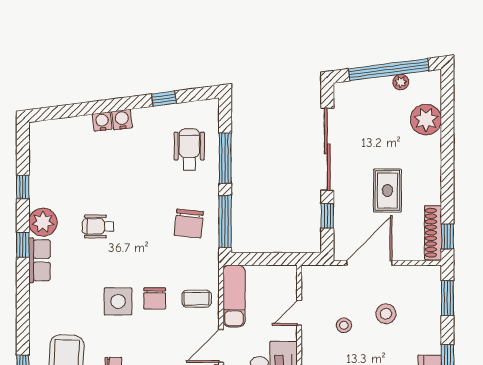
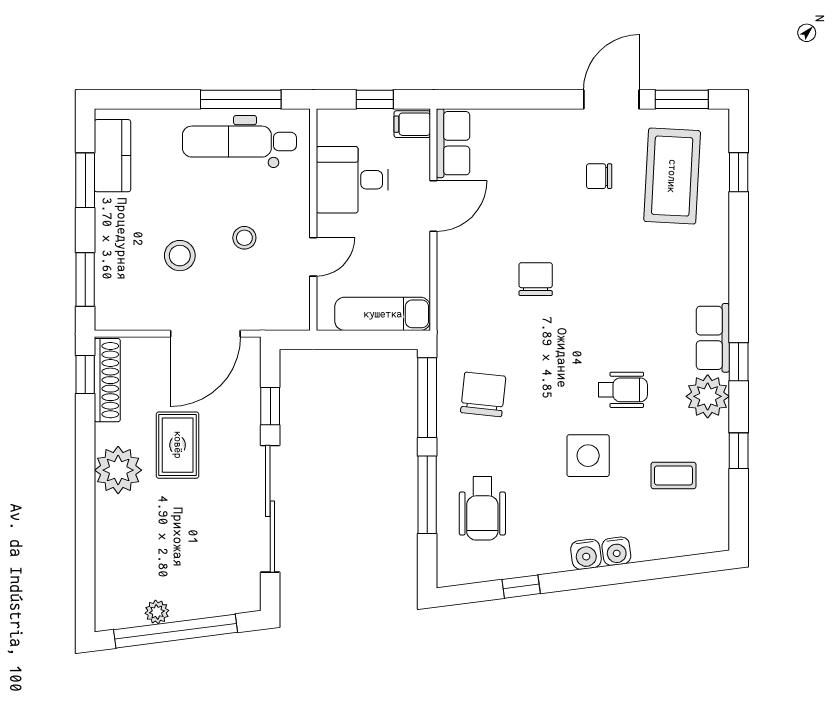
plant: (426, 120) -> (118, 470), moved
exam couch: (234, 296) -> (383, 314), moved, turned 90
coffee table: (197, 299) -> (673, 475), moved
side table: (118, 301) -> (588, 456), moved

